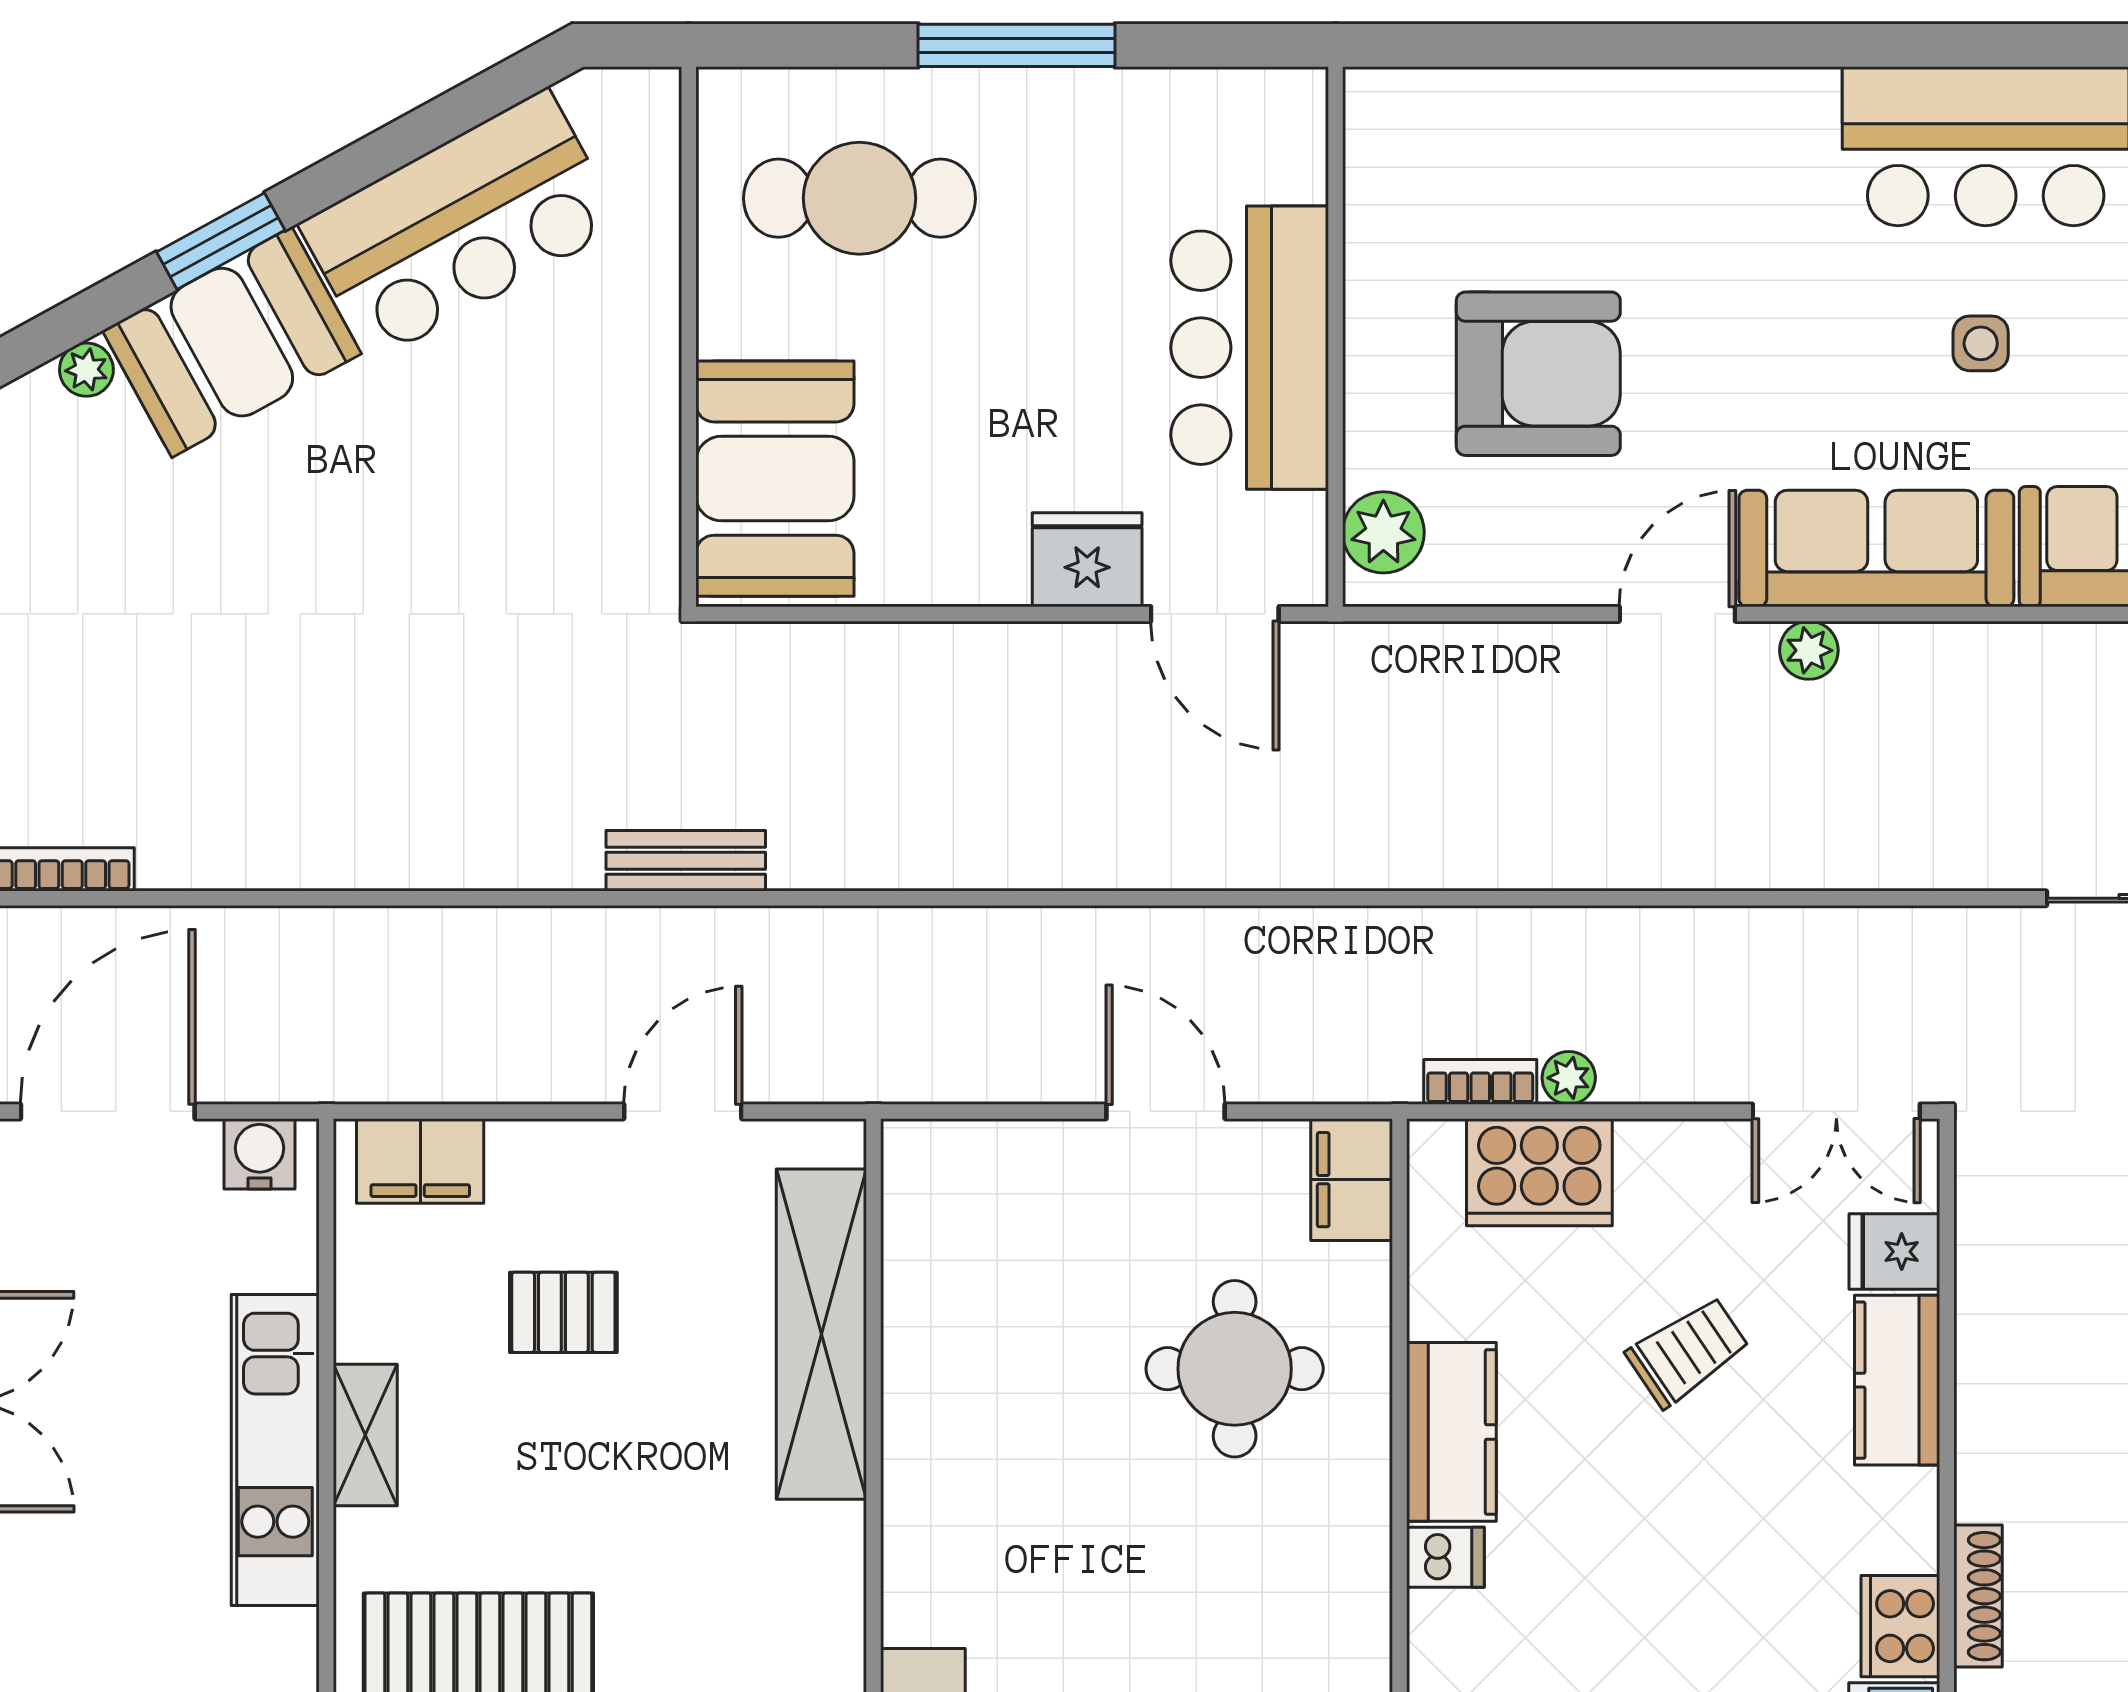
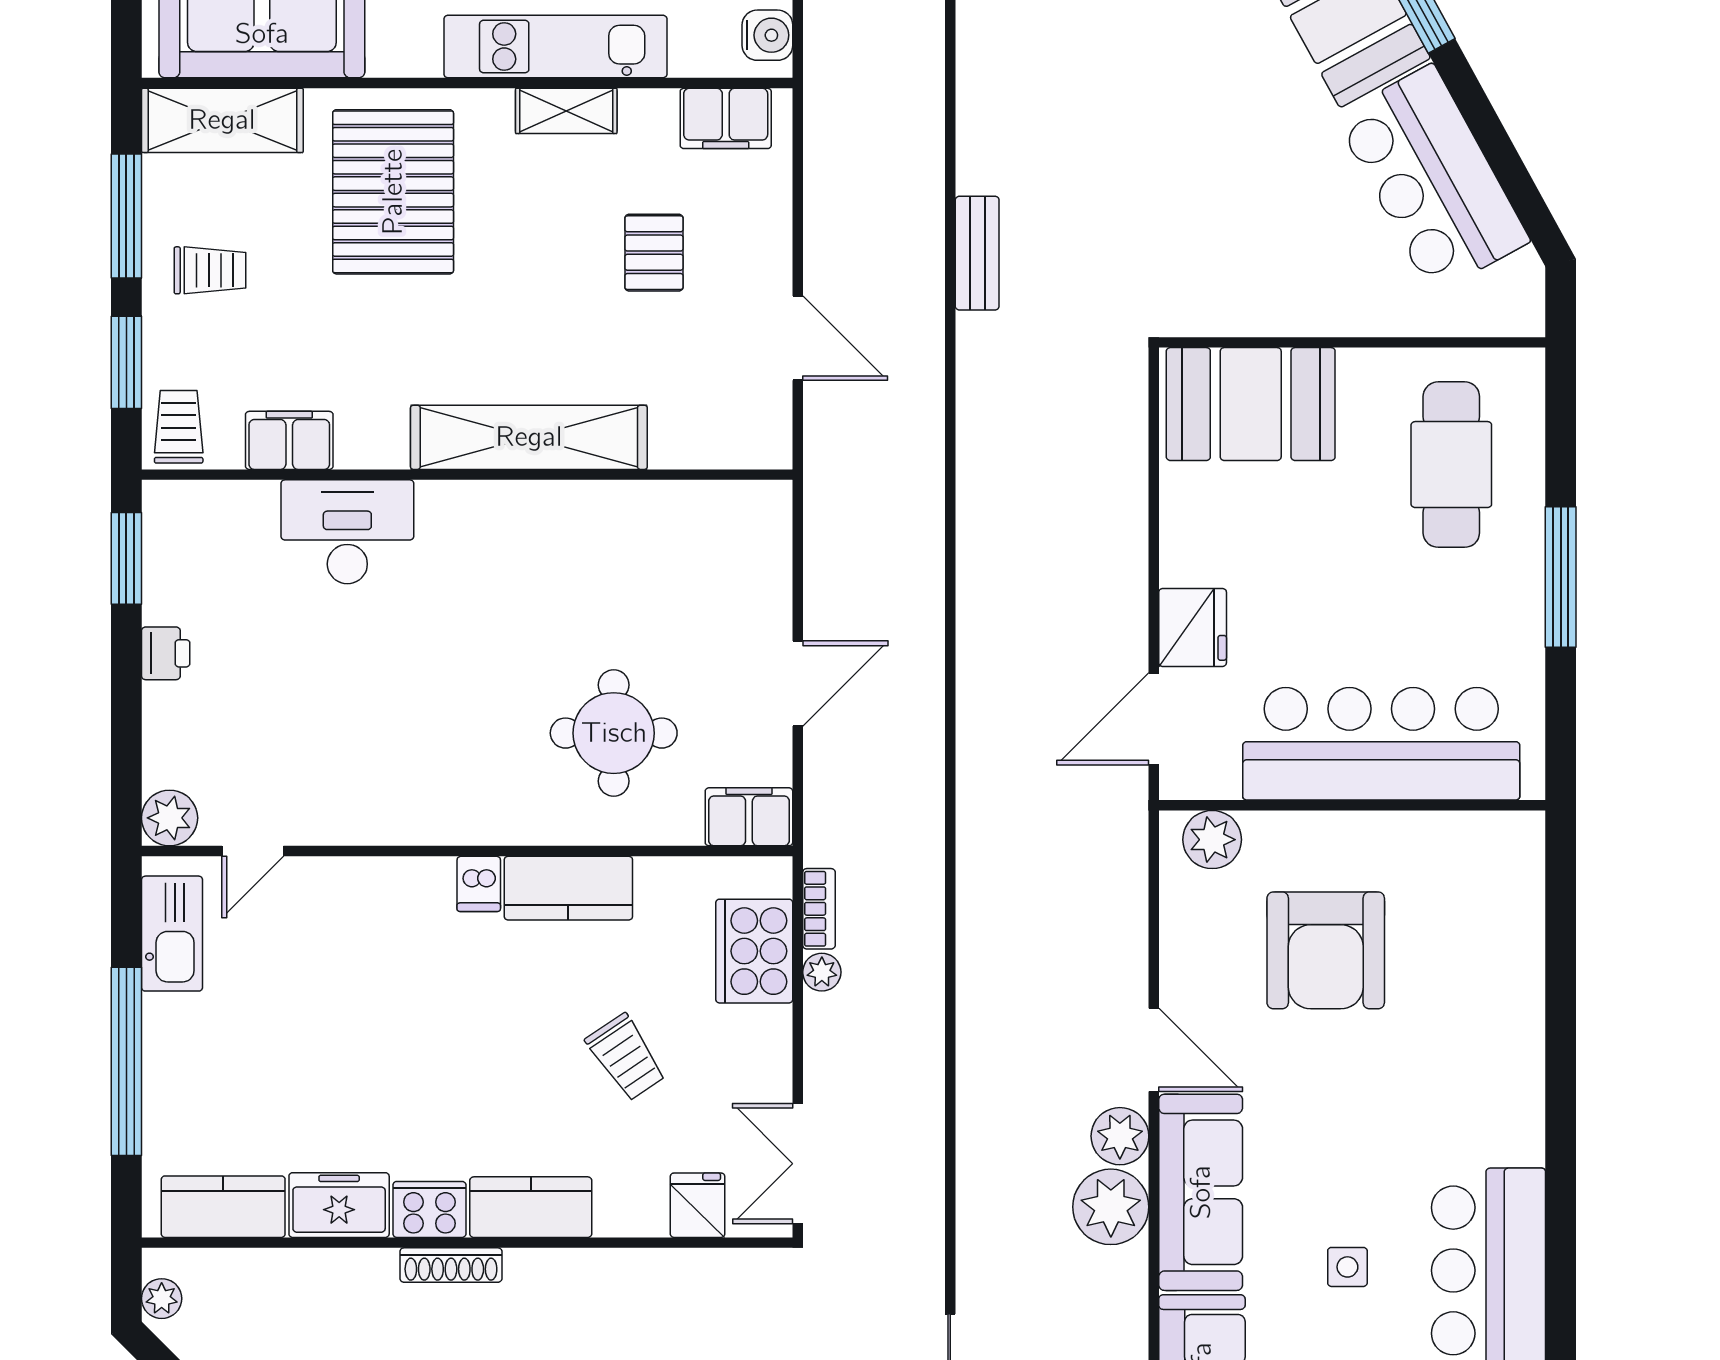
bar counter: (1250, 348) -> (1381, 744), width x1.36
plant: (1809, 650) -> (1120, 1136), width x1.38, depth x1.38
plant: (1897, 674) -> (1111, 1207), added
bench: (686, 861) -> (977, 253), moved
filing cabinet: (420, 1161) -> (726, 118), moved, turned -90
shelving: (821, 1334) -> (529, 437), moved
kitchen counter: (1897, 1380) -> (531, 1207), moved

